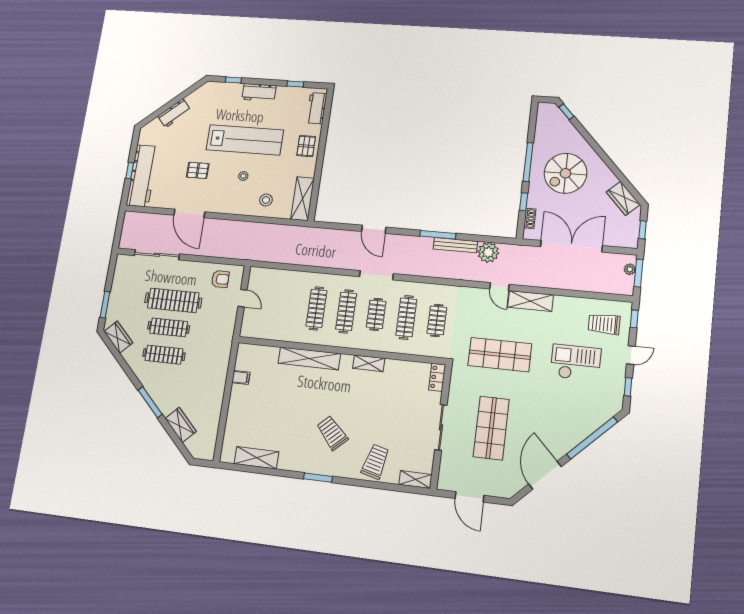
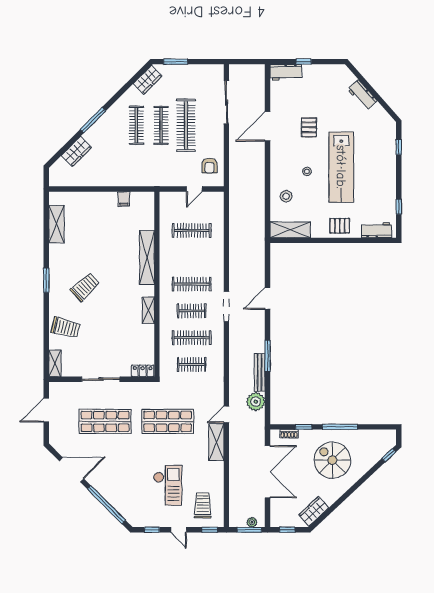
workbench: (259, 92) -> (388, 173), removed
workbench: (142, 176) -> (286, 72), width x0.53, depth x0.76
clothes rail: (316, 308) -> (192, 231), moved
shop shelf: (500, 355) -> (168, 421), turned 90

